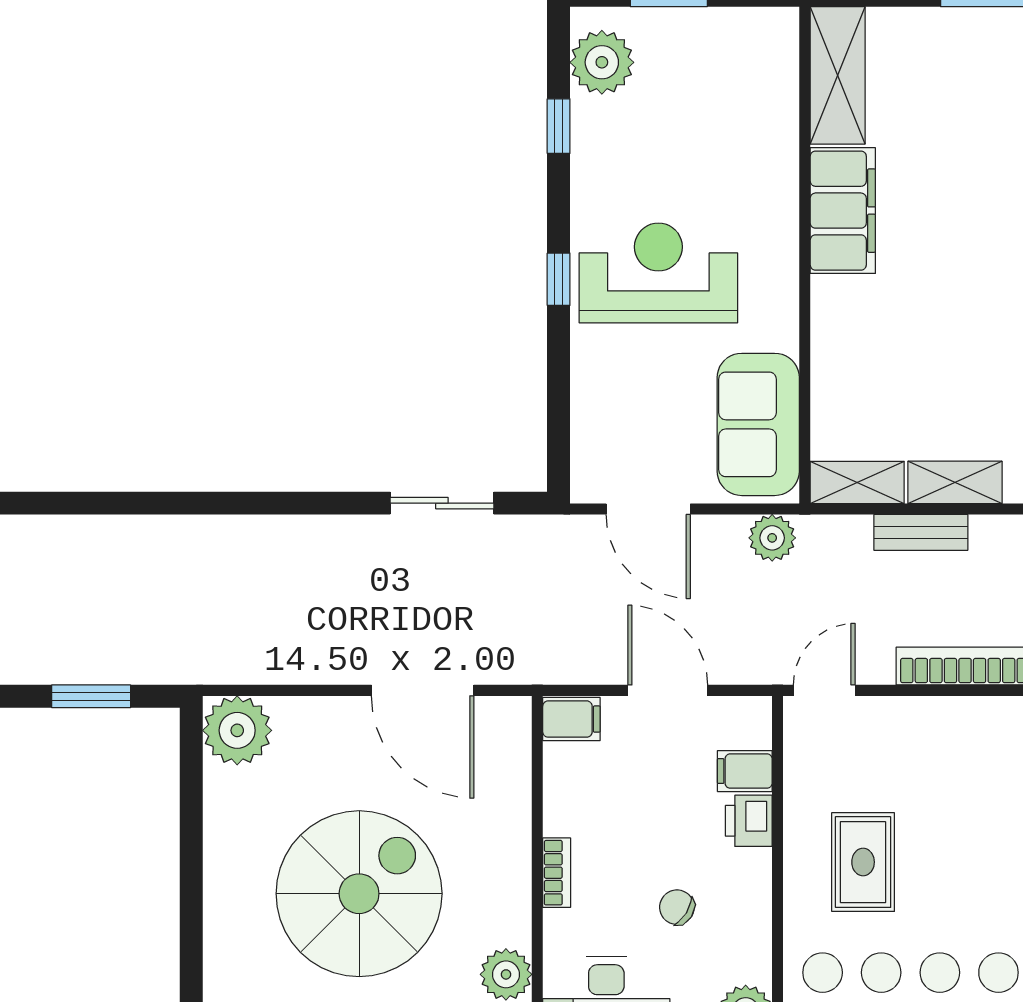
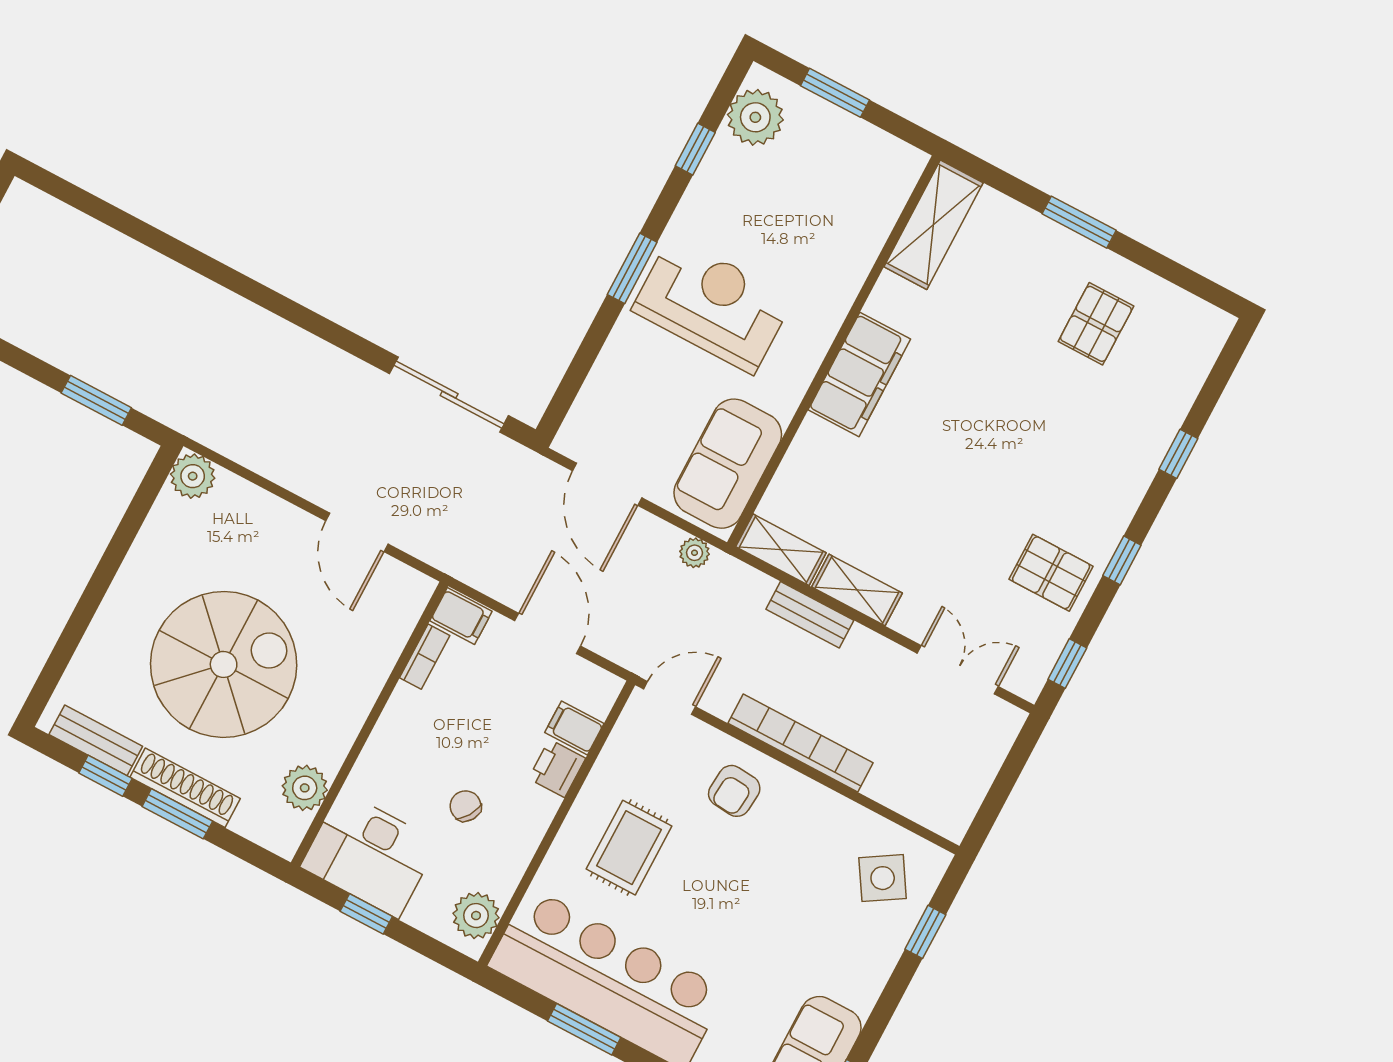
filing cabinet: (843, 211) -> (859, 374), moved
window: (559, 279) -> (632, 268), width x1.50
sliding door: (442, 503) -> (449, 395), width x1.37
plant: (772, 538) -> (694, 553), width x0.73, depth x0.73
door: (423, 690) -> (357, 532), width x0.73
plant: (237, 730) -> (193, 476), width x0.73, depth x0.73
armchair: (939, 749) -> (734, 791), added
bookcase: (557, 873) -> (425, 657), moved

